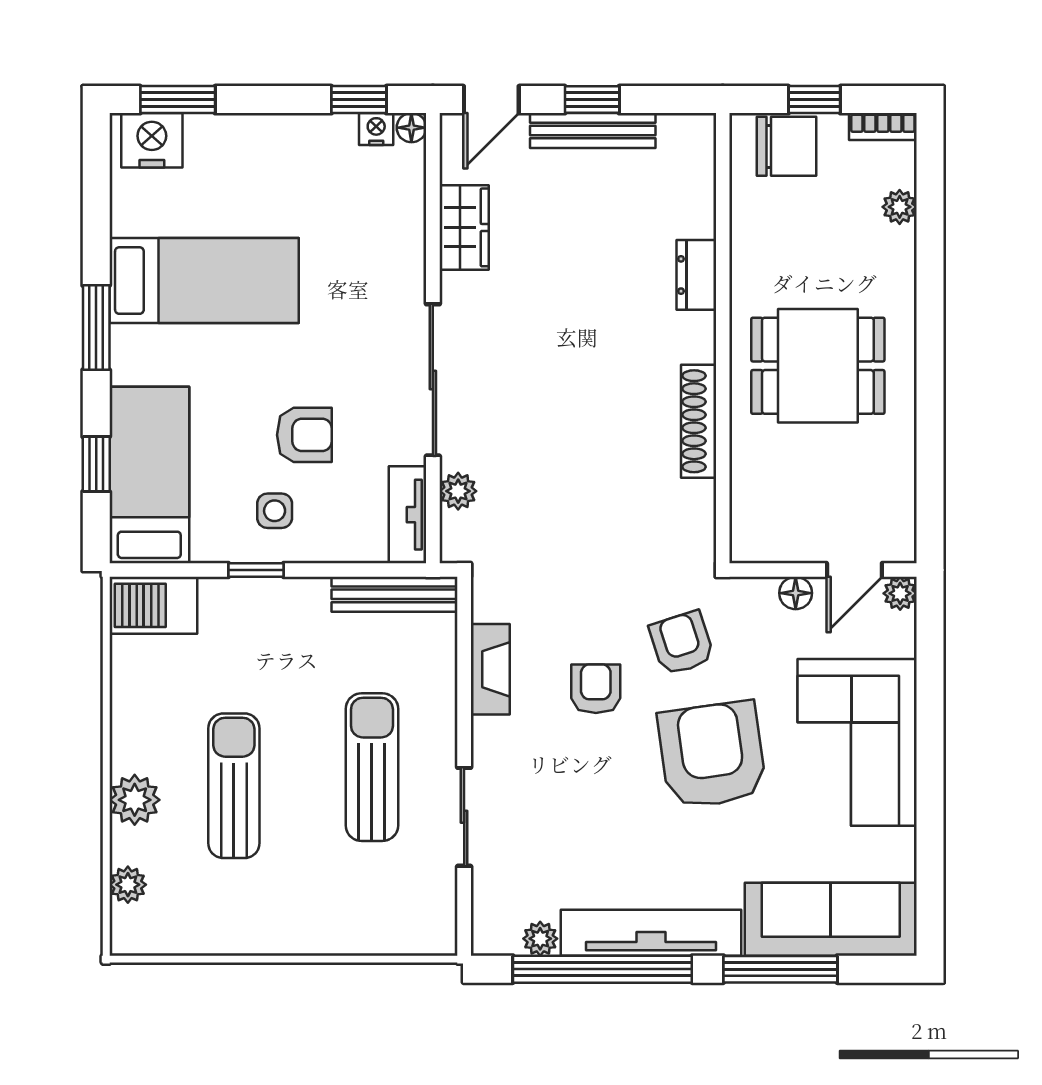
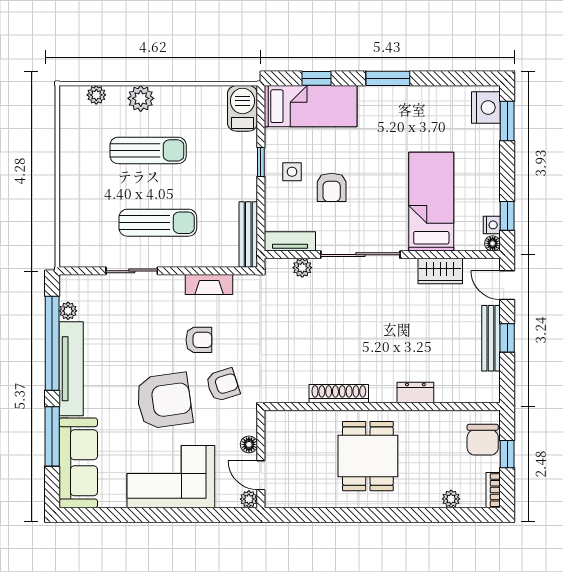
bed: (204, 281) -> (431, 202), moved, turned 180

